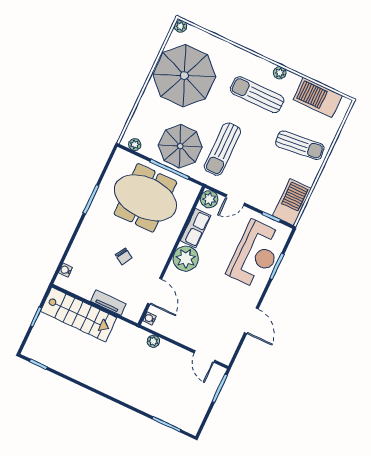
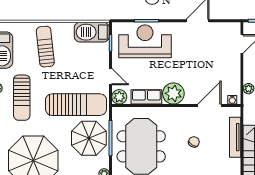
sun lounger: (223, 149) -> (76, 105), width x1.36, depth x1.34
tv unit: (108, 303) -> (235, 137), width x1.41

